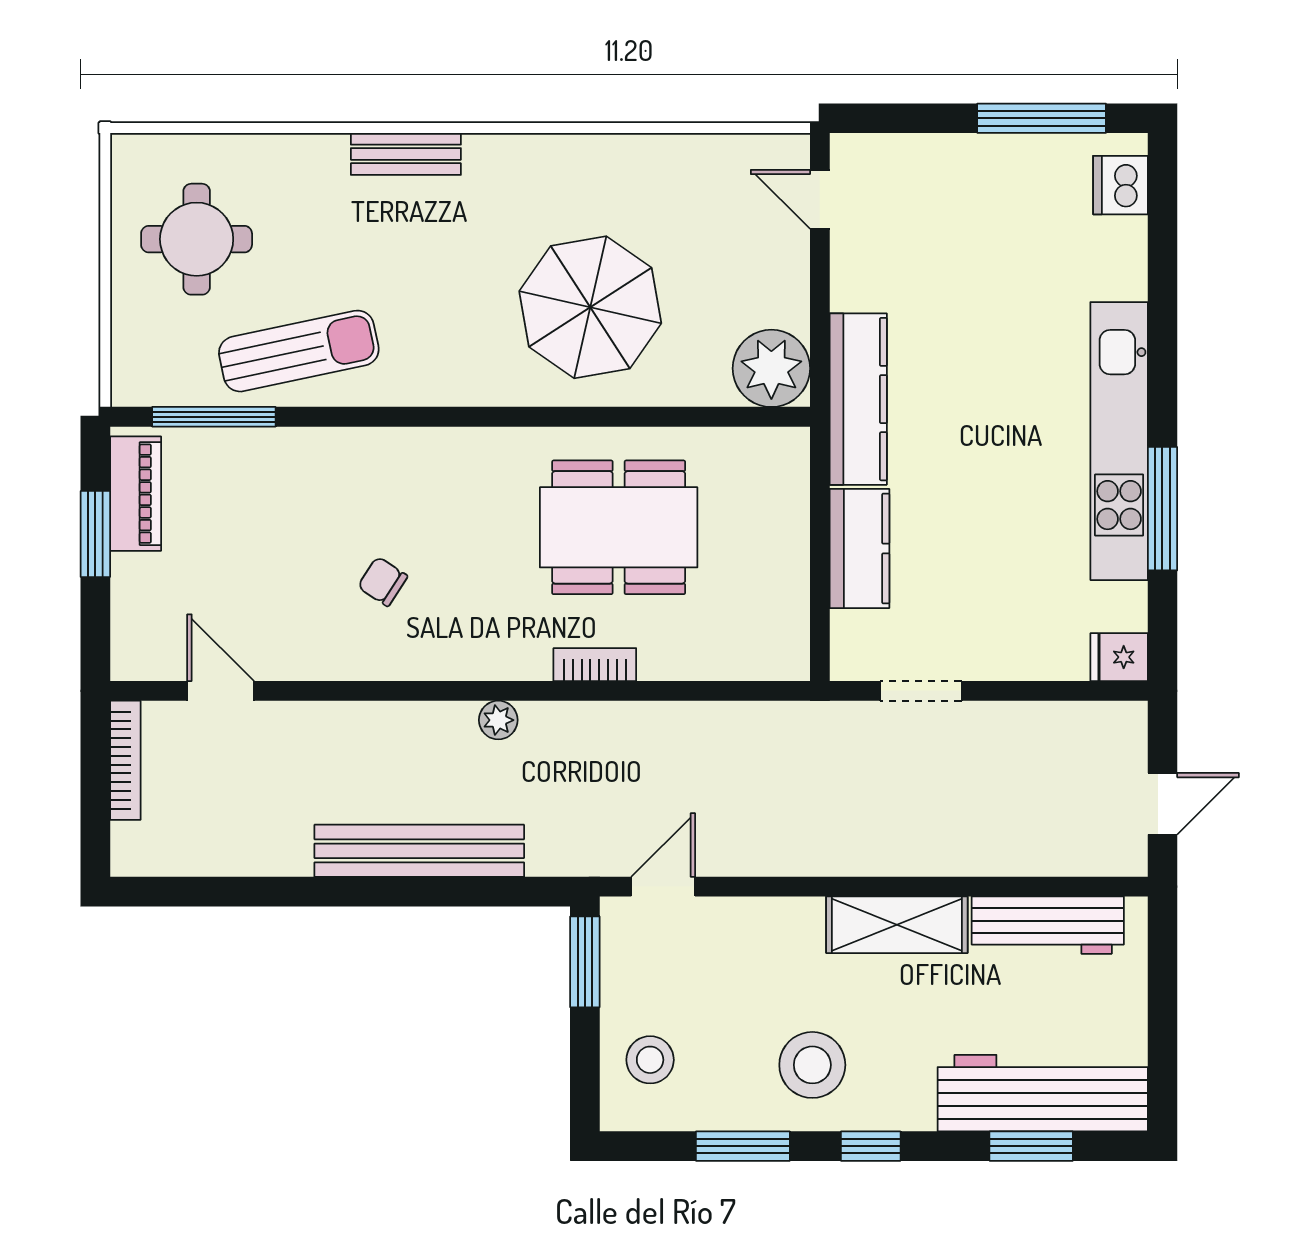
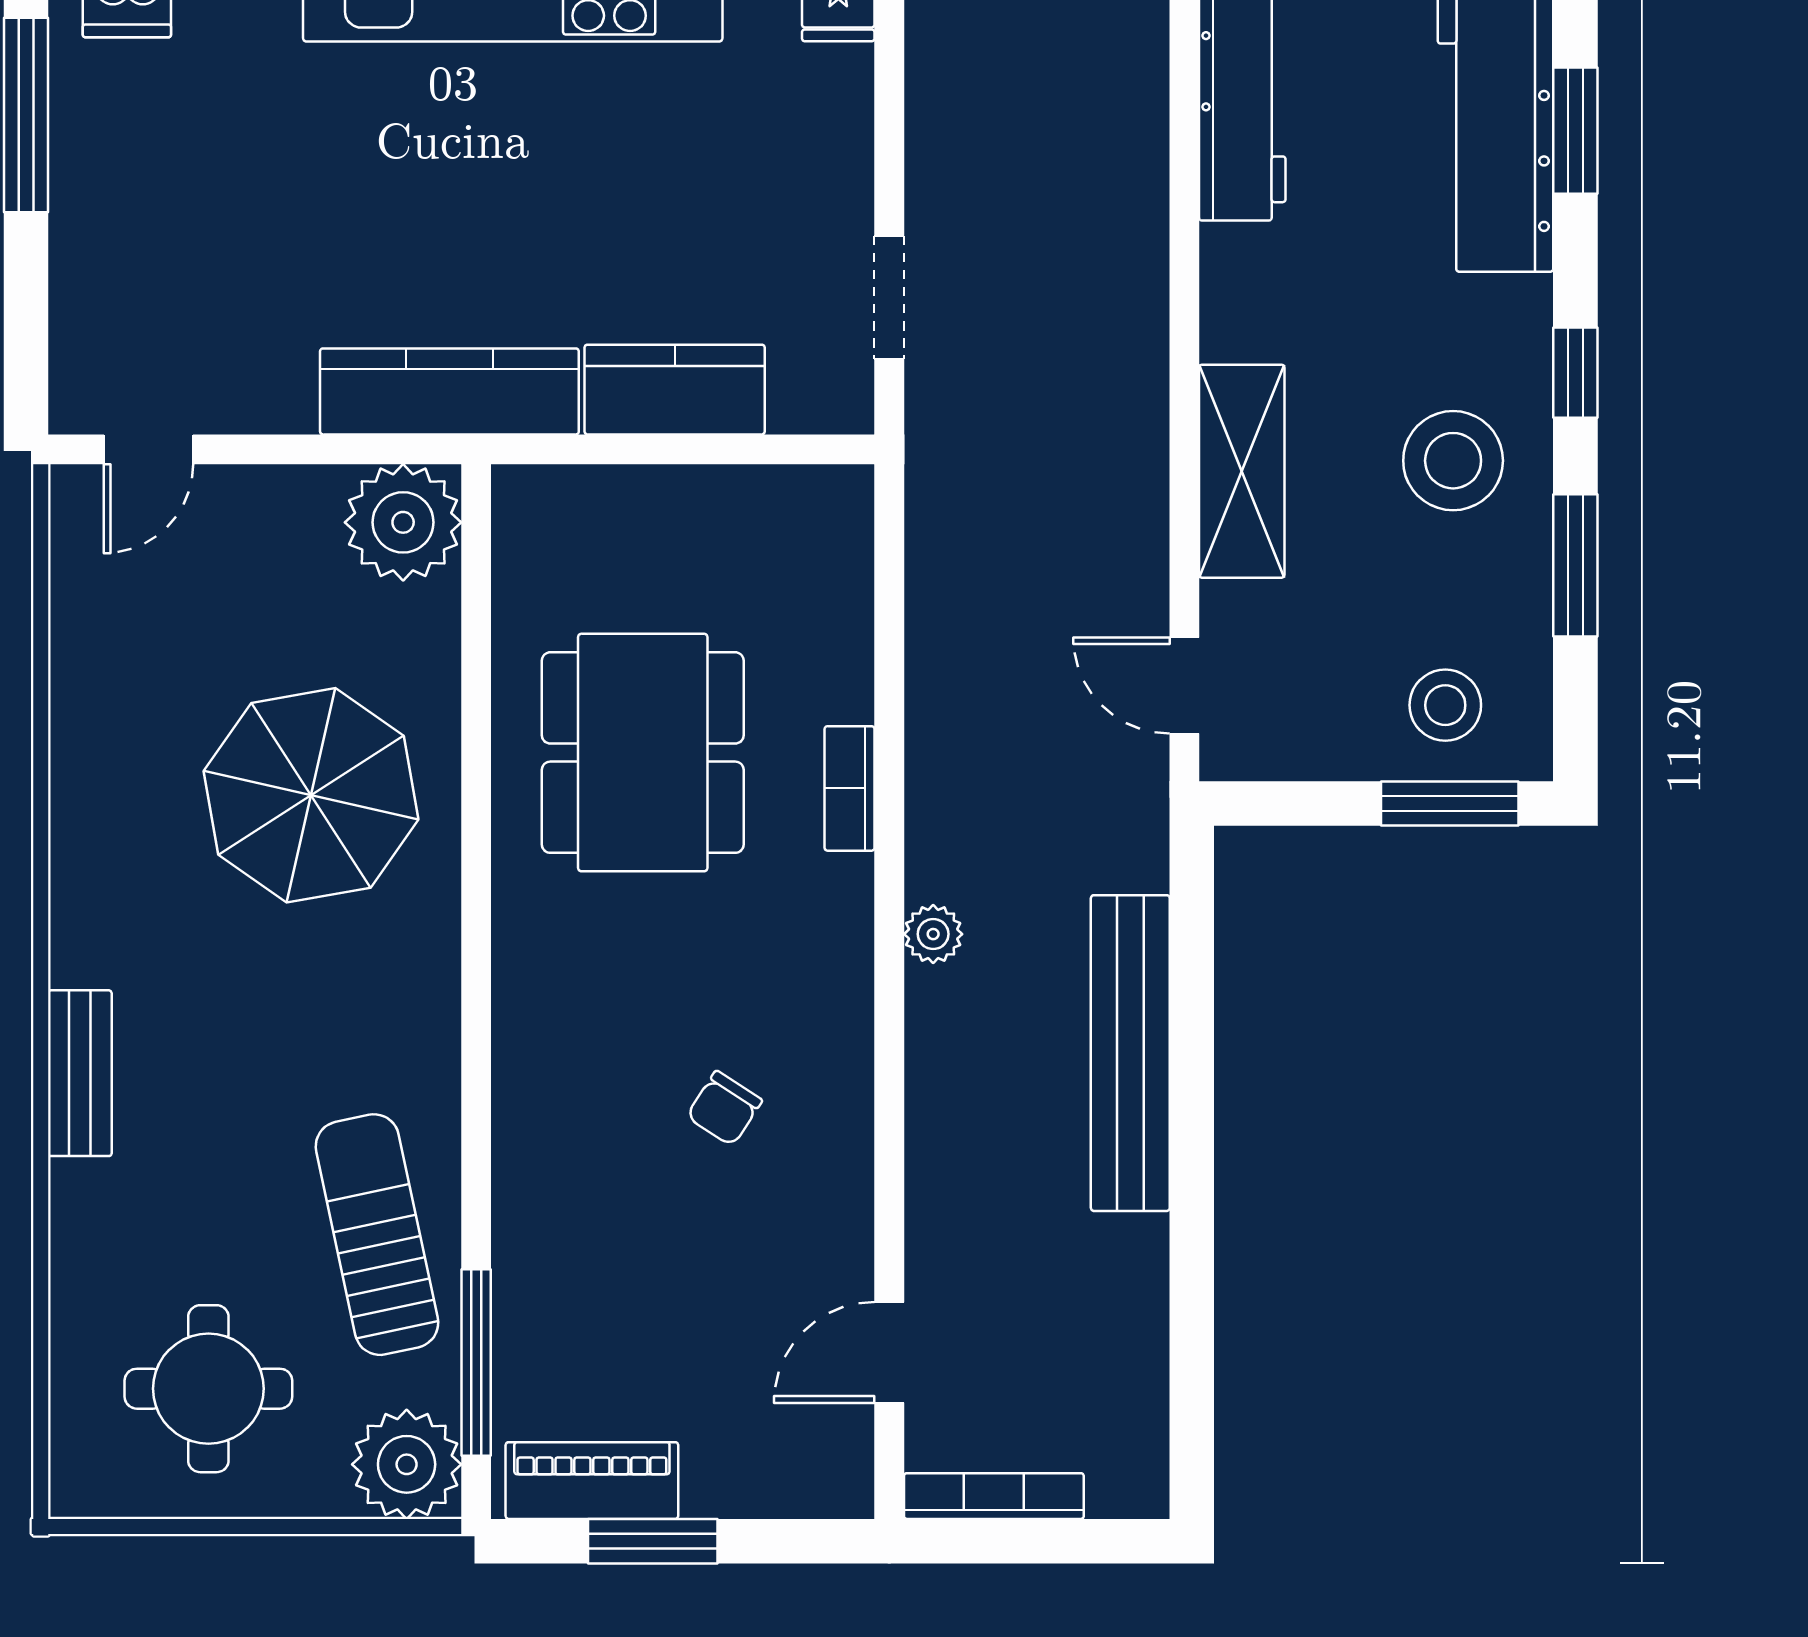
plant: (146, 371) -> (407, 1464), added
shelving: (897, 925) -> (1242, 471), moved
window: (585, 962) -> (1450, 803), moved

